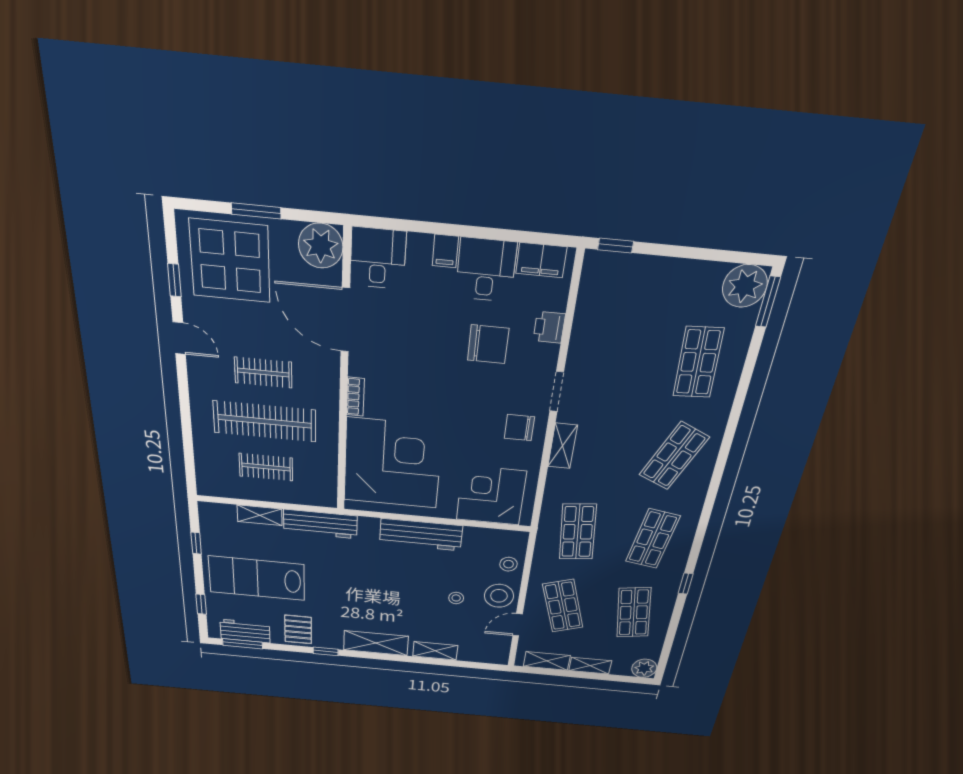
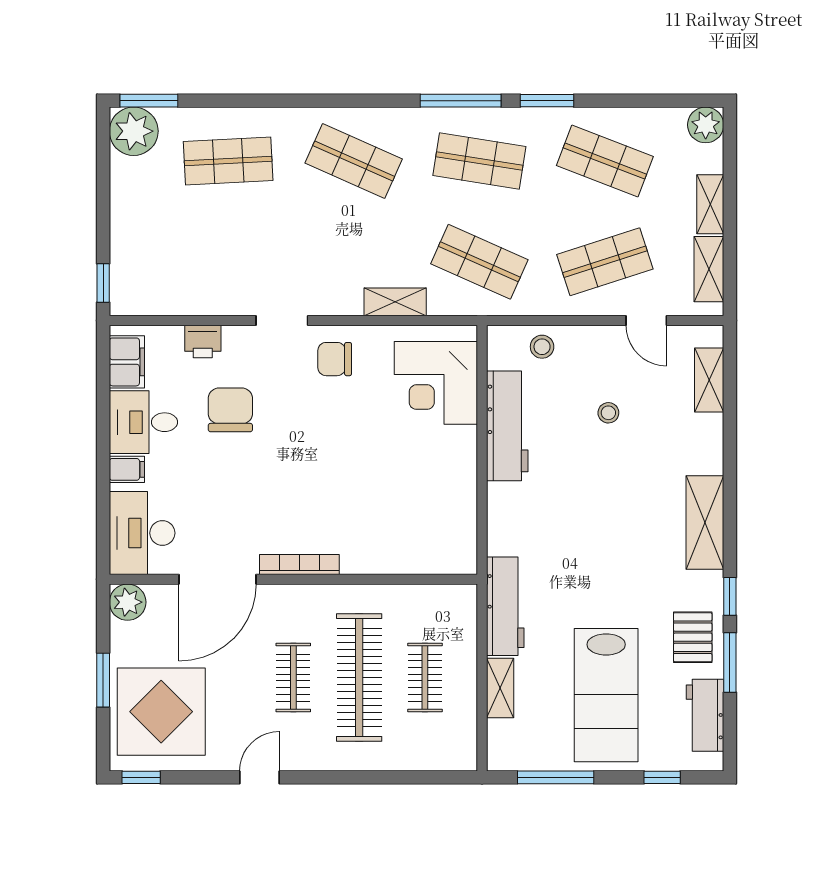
plant: (321, 246) -> (128, 602), width x0.73, depth x0.73
desk: (378, 258) -> (142, 533), width x1.37
window: (174, 280) -> (141, 777), moved
bookcase: (355, 397) -> (299, 564), width x1.56
chair: (519, 428) -> (335, 359), turned 90
shelving: (563, 446) -> (395, 302), moved
corner desk: (392, 464) -> (402, 514), removed
window: (701, 531) -> (461, 101), added
shop shelf: (578, 532) -> (479, 262), turned 30
workbench: (421, 535) -> (507, 426), moved
window: (196, 543) -> (556, 777), width x2.17
window: (686, 584) -> (547, 101), width x1.50
stool: (499, 596) -> (598, 353), removed
shop shelf: (634, 613) -> (605, 161), turned 30
pallet: (298, 630) -> (693, 637), turned 90
window: (243, 644) -> (730, 663), moved
shelving: (435, 651) -> (709, 380), moved

